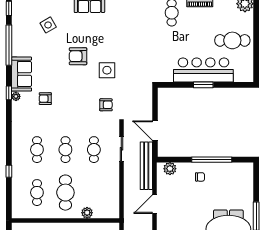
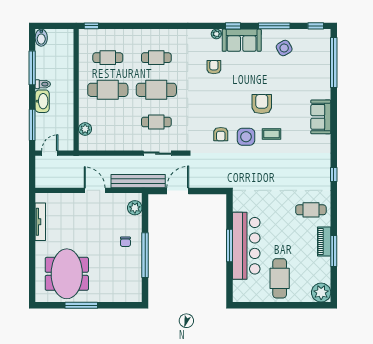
side table: (48, 25) -> (284, 48), moved
window: (9, 45) -> (274, 26), width x0.68
coffee table: (104, 48) -> (271, 134), added
window: (203, 85) -> (229, 245), width x1.44
window: (9, 93) -> (233, 26), moved
armchair: (106, 105) -> (221, 134), moved
cafe table: (65, 150) -> (156, 90), width x1.37, depth x1.35
window: (9, 171) -> (91, 26), moved
plant: (87, 213) -> (85, 129), moved

